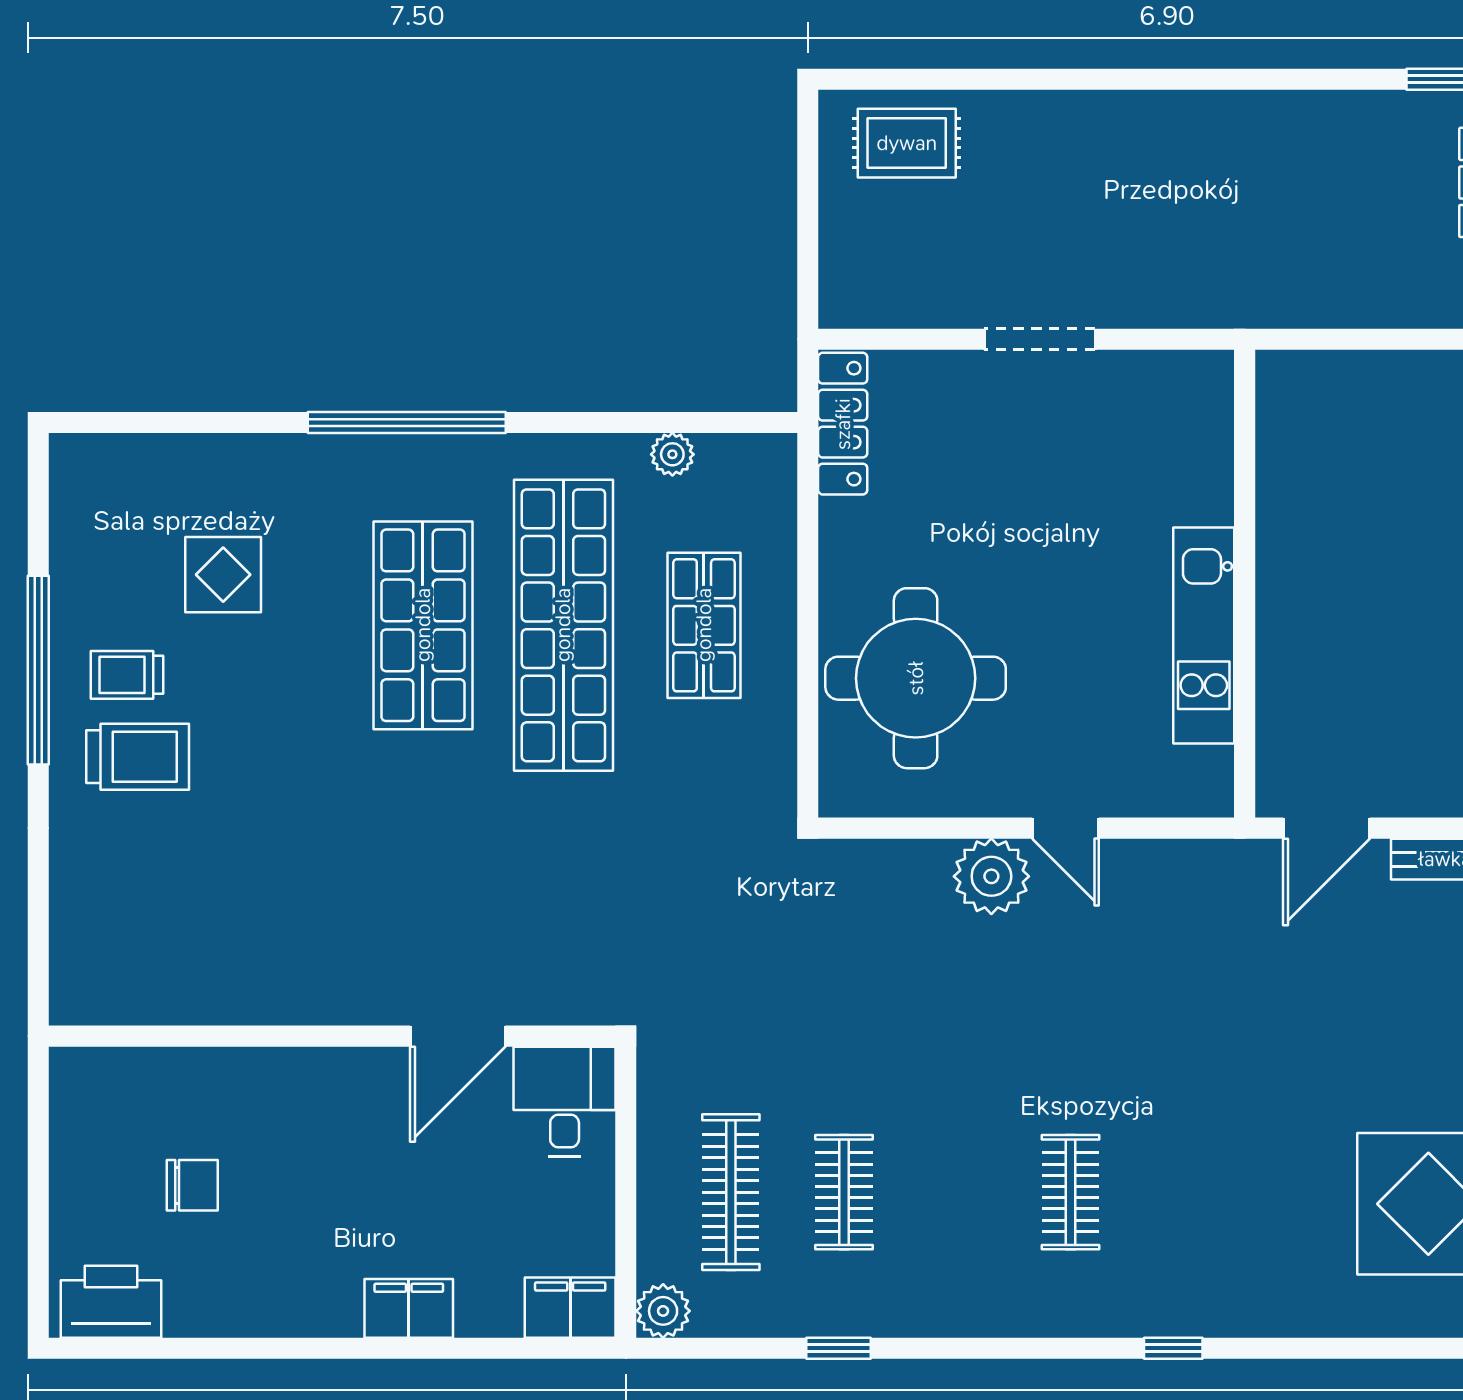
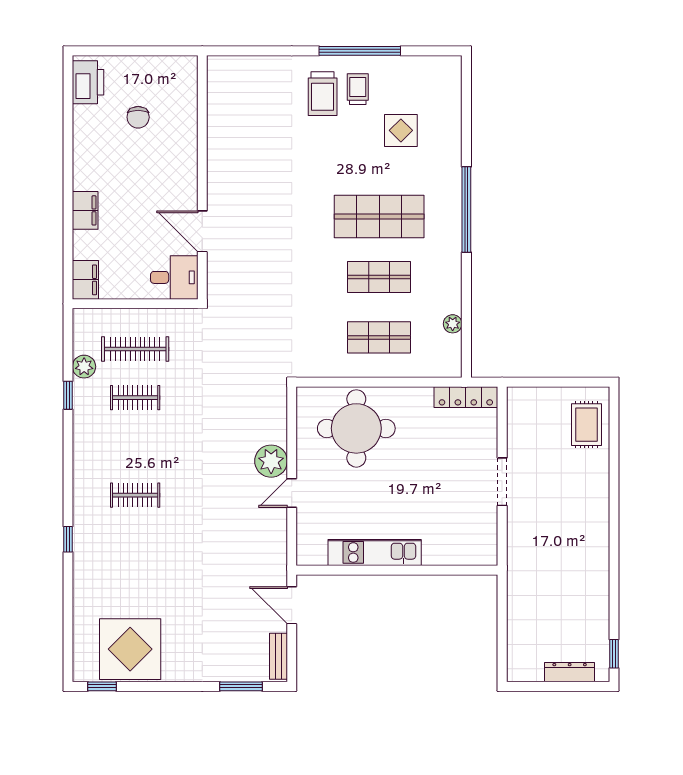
shop shelf: (563, 625) -> (379, 277), width x0.50, depth x0.74
plant: (663, 1311) -> (84, 367), moved

